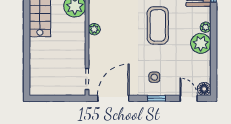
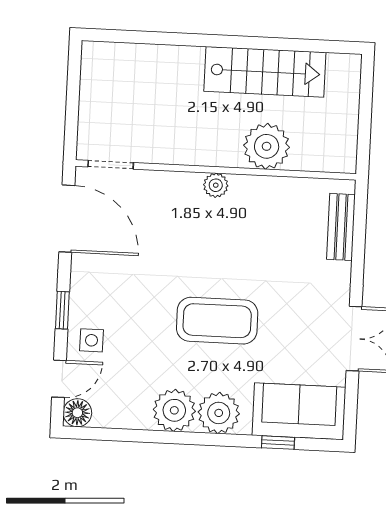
plant: (206, 27) -> (219, 413), width x1.88, depth x1.88
side table: (154, 77) -> (91, 340), moved

